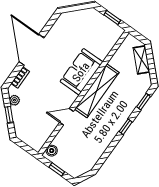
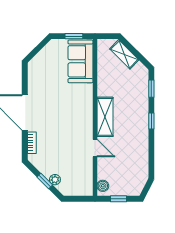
sofa: (81, 72) -> (80, 61), moved
shelving: (97, 91) -> (105, 117), width x0.68
plant: (14, 100) -> (55, 180), moved
door: (66, 117) -> (95, 148), swing flipped

